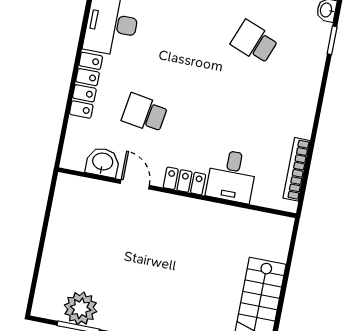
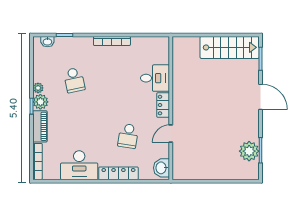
school desk: (254, 42) -> (74, 80), turned -33
washbasin: (103, 162) -> (161, 168), moved
bookcase: (297, 169) -> (112, 41), moved

